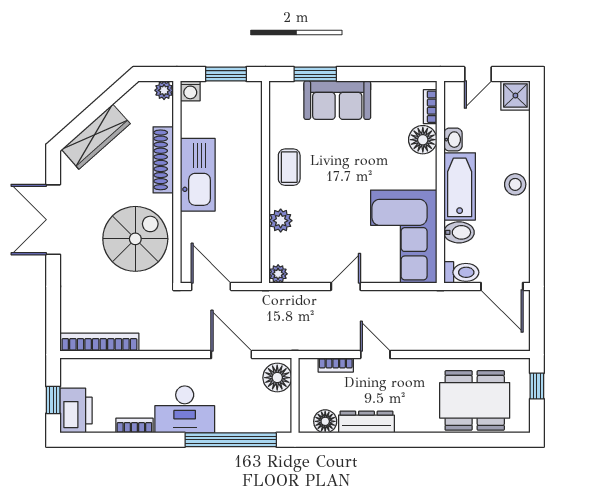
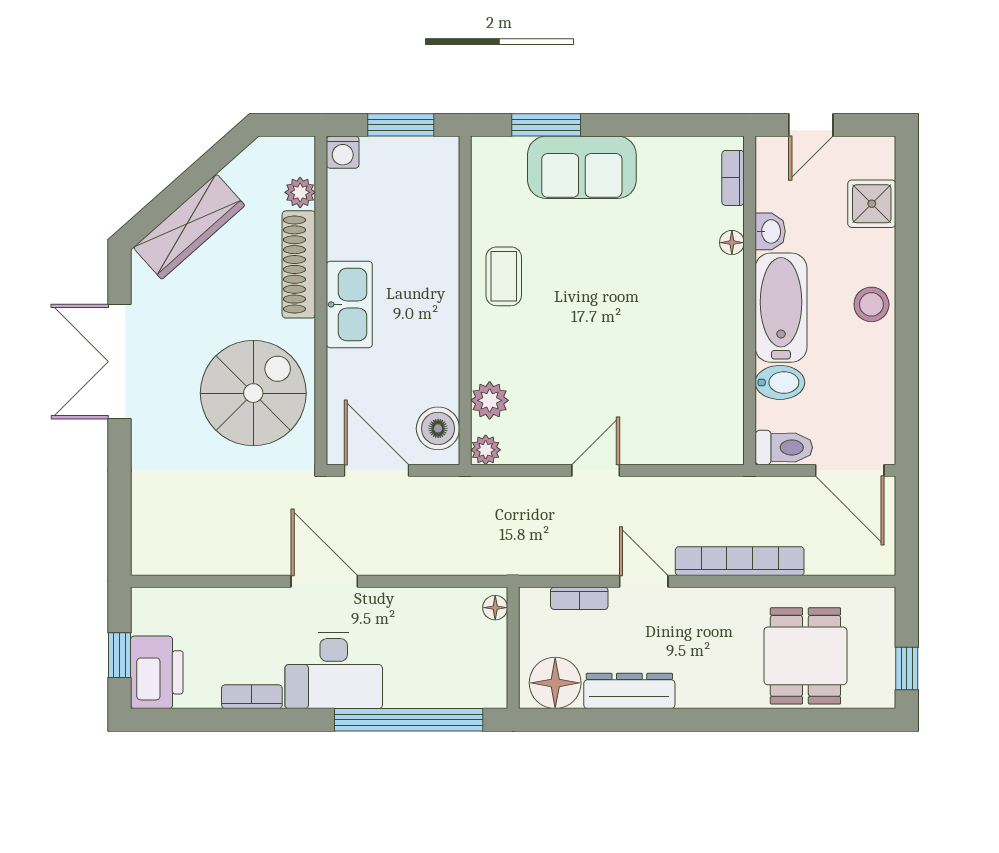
plant: (164, 90) -> (300, 192), moved
shower: (515, 96) -> (872, 204), moved
floor lamp: (423, 140) -> (732, 243), width x0.53, depth x0.53
kitchen sink: (198, 175) -> (349, 304), width x0.73, depth x0.81
plant: (281, 221) -> (490, 400), moved
corner sofa: (404, 237) -> (690, 389), removed
boiler: (249, 261) -> (438, 428), added
bookcase: (99, 342) -> (740, 561), moved
door: (231, 355) -> (324, 581), moved
floor lamp: (277, 378) -> (495, 608), width x0.53, depth x0.53
window: (537, 386) -> (907, 669), moved
dining table: (475, 400) -> (805, 656), width x0.73
floor lamp: (325, 421) -> (555, 683), width x1.38, depth x1.38

